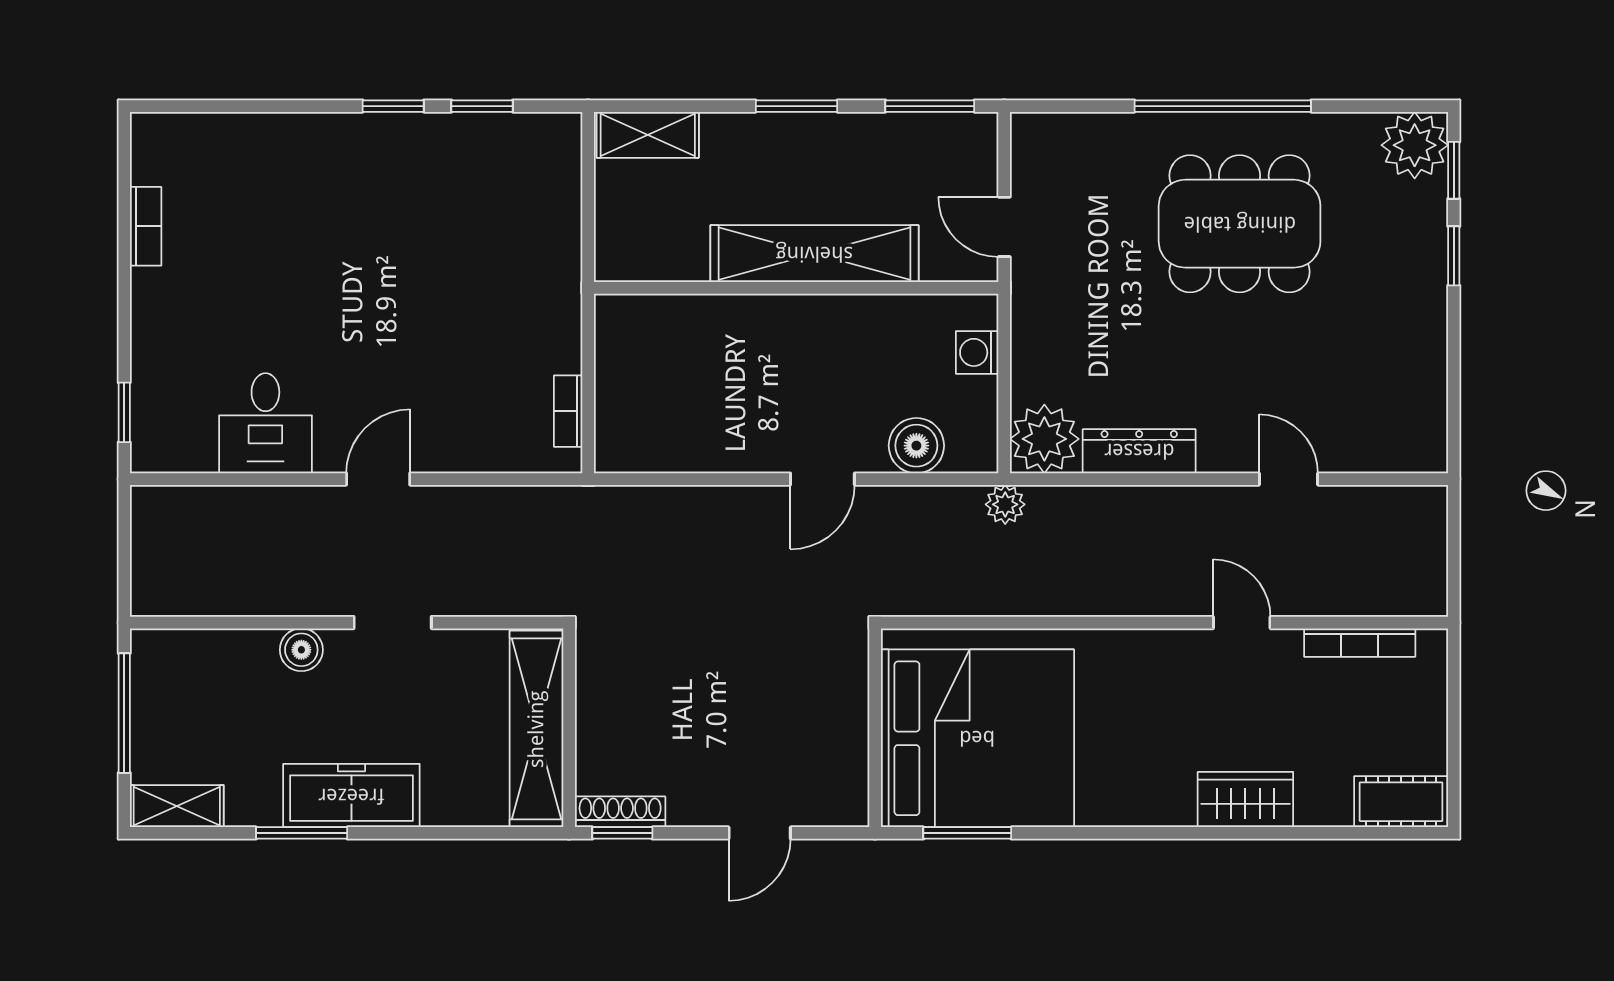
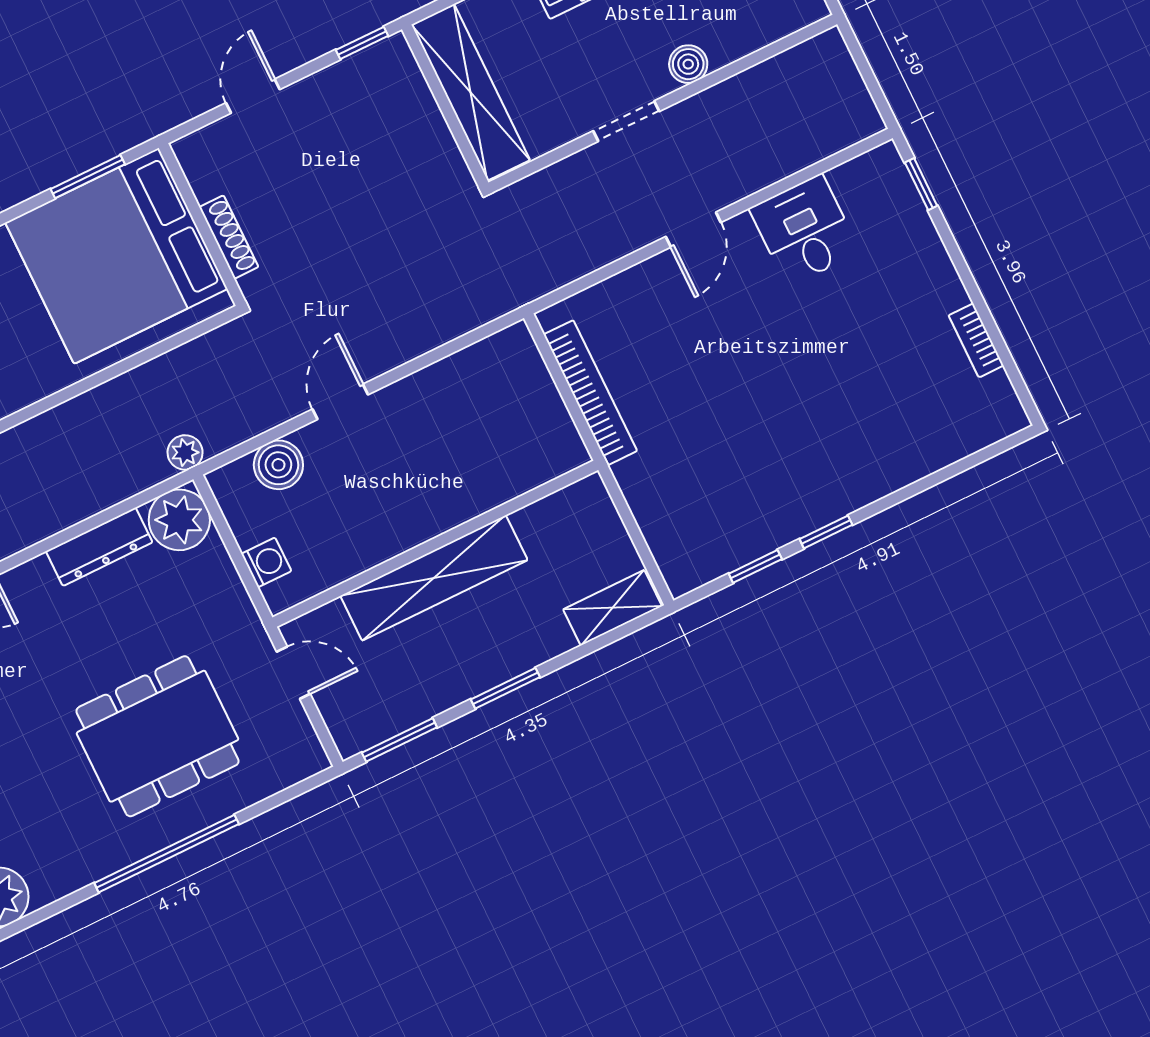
dining table: (1240, 224) -> (157, 736), moved
bookcase: (568, 411) -> (590, 393), width x2.31, depth x1.31
shoe rack: (620, 812) -> (229, 237), moved, turned -90

